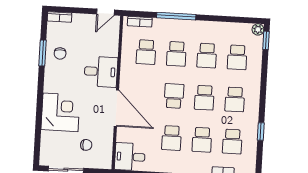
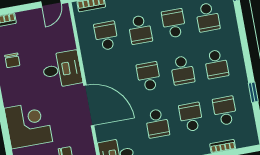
school desk: (146, 52) -> (106, 36), turned 180
school desk: (207, 56) -> (174, 23), turned 180
school desk: (202, 140) -> (191, 117), turned 180
school desk: (232, 142) -> (225, 111), turned 180

